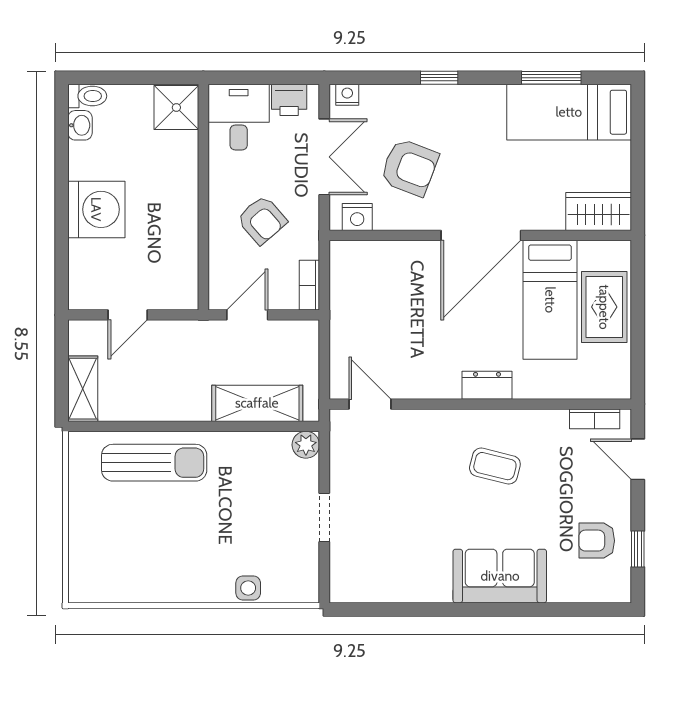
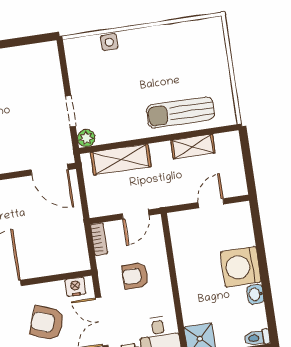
washbasin: (80, 125) -> (255, 294), moved
armchair: (262, 220) -> (135, 276), turned -49
shelving: (83, 389) -> (193, 147), moved, turned 90
door: (370, 404) -> (50, 170), width x1.38
doorway: (324, 518) -> (70, 111), moved

